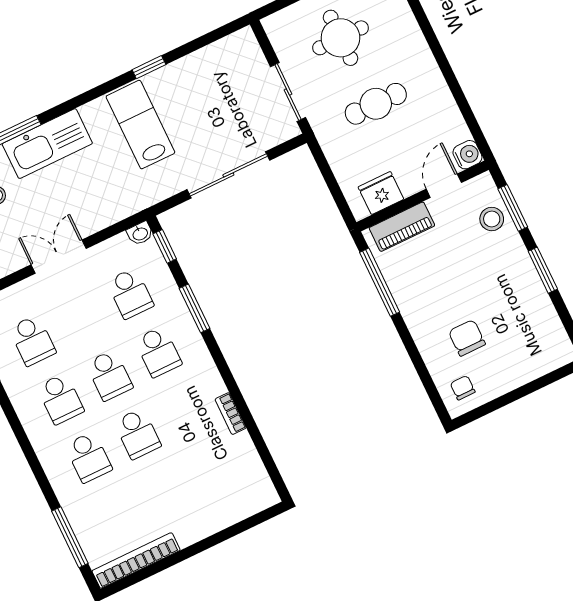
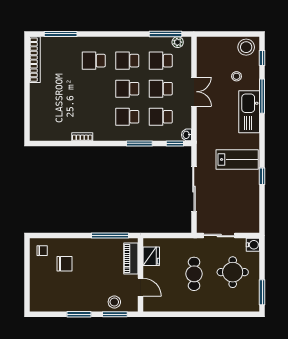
water cooler: (467, 155) -> (253, 245), moved, turned -90
school desk: (137, 434) -> (161, 89), moved

